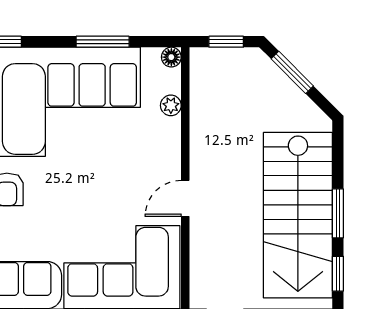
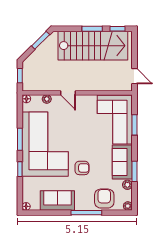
window: (103, 42) -> (20, 139), moved
window: (292, 72) -> (41, 40), moved
door: (185, 198) -> (68, 93), moved

